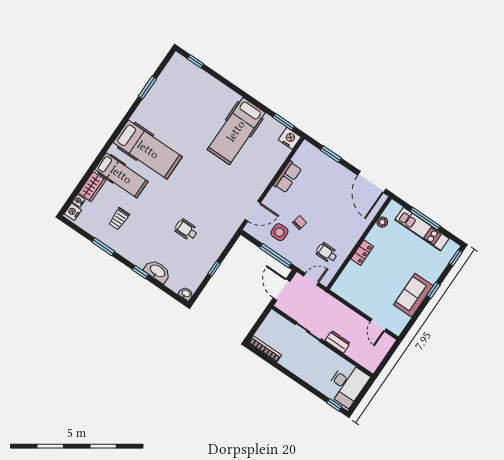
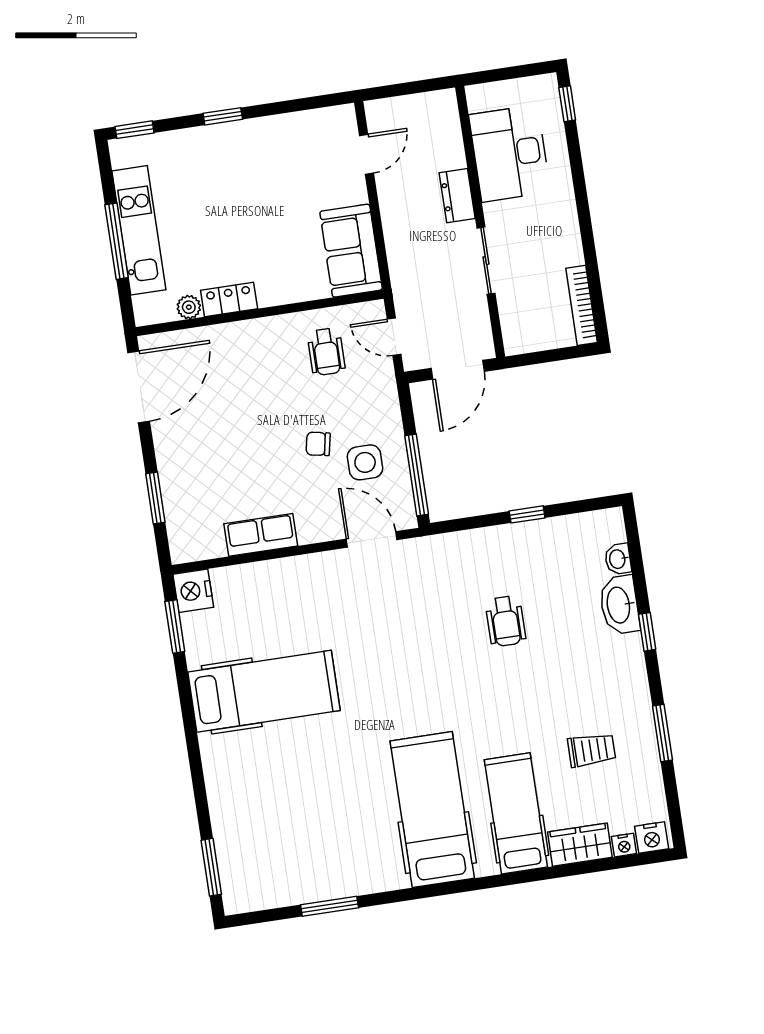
window: (195, 61) -> (211, 867), width x1.50
locker: (362, 253) -> (229, 299), moved
window: (276, 256) -> (417, 475), moved
washbasin: (186, 294) -> (618, 559), moved
sofa: (413, 295) -> (351, 251), moved, turned 90
desk: (347, 384) -> (510, 153), moved, turned -90

